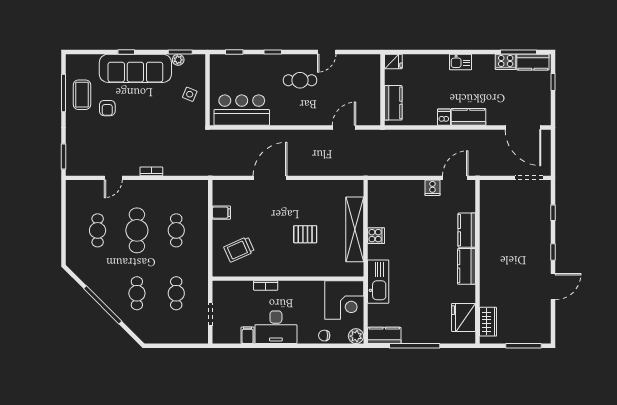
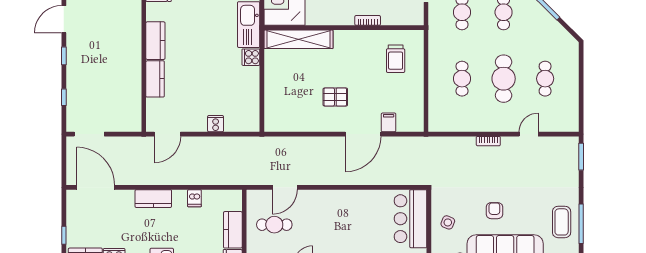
cafe table: (300, 80) -> (274, 225), moved
kitchen counter: (393, 103) -> (233, 230), moved
armchair: (107, 108) -> (494, 211), moved
bar counter: (242, 110) -> (411, 219), moved, turned 90
dishwasher: (444, 117) -> (194, 198), moved
cooker: (432, 188) -> (216, 124), moved
filing cabinet: (221, 213) -> (389, 122), moved, turned 90
shelving: (355, 229) -> (299, 39), moved, turned 90
pallet: (305, 234) -> (335, 97), moved
cooker: (376, 236) -> (251, 57), moved
trolley: (239, 249) -> (396, 59), turned 114

